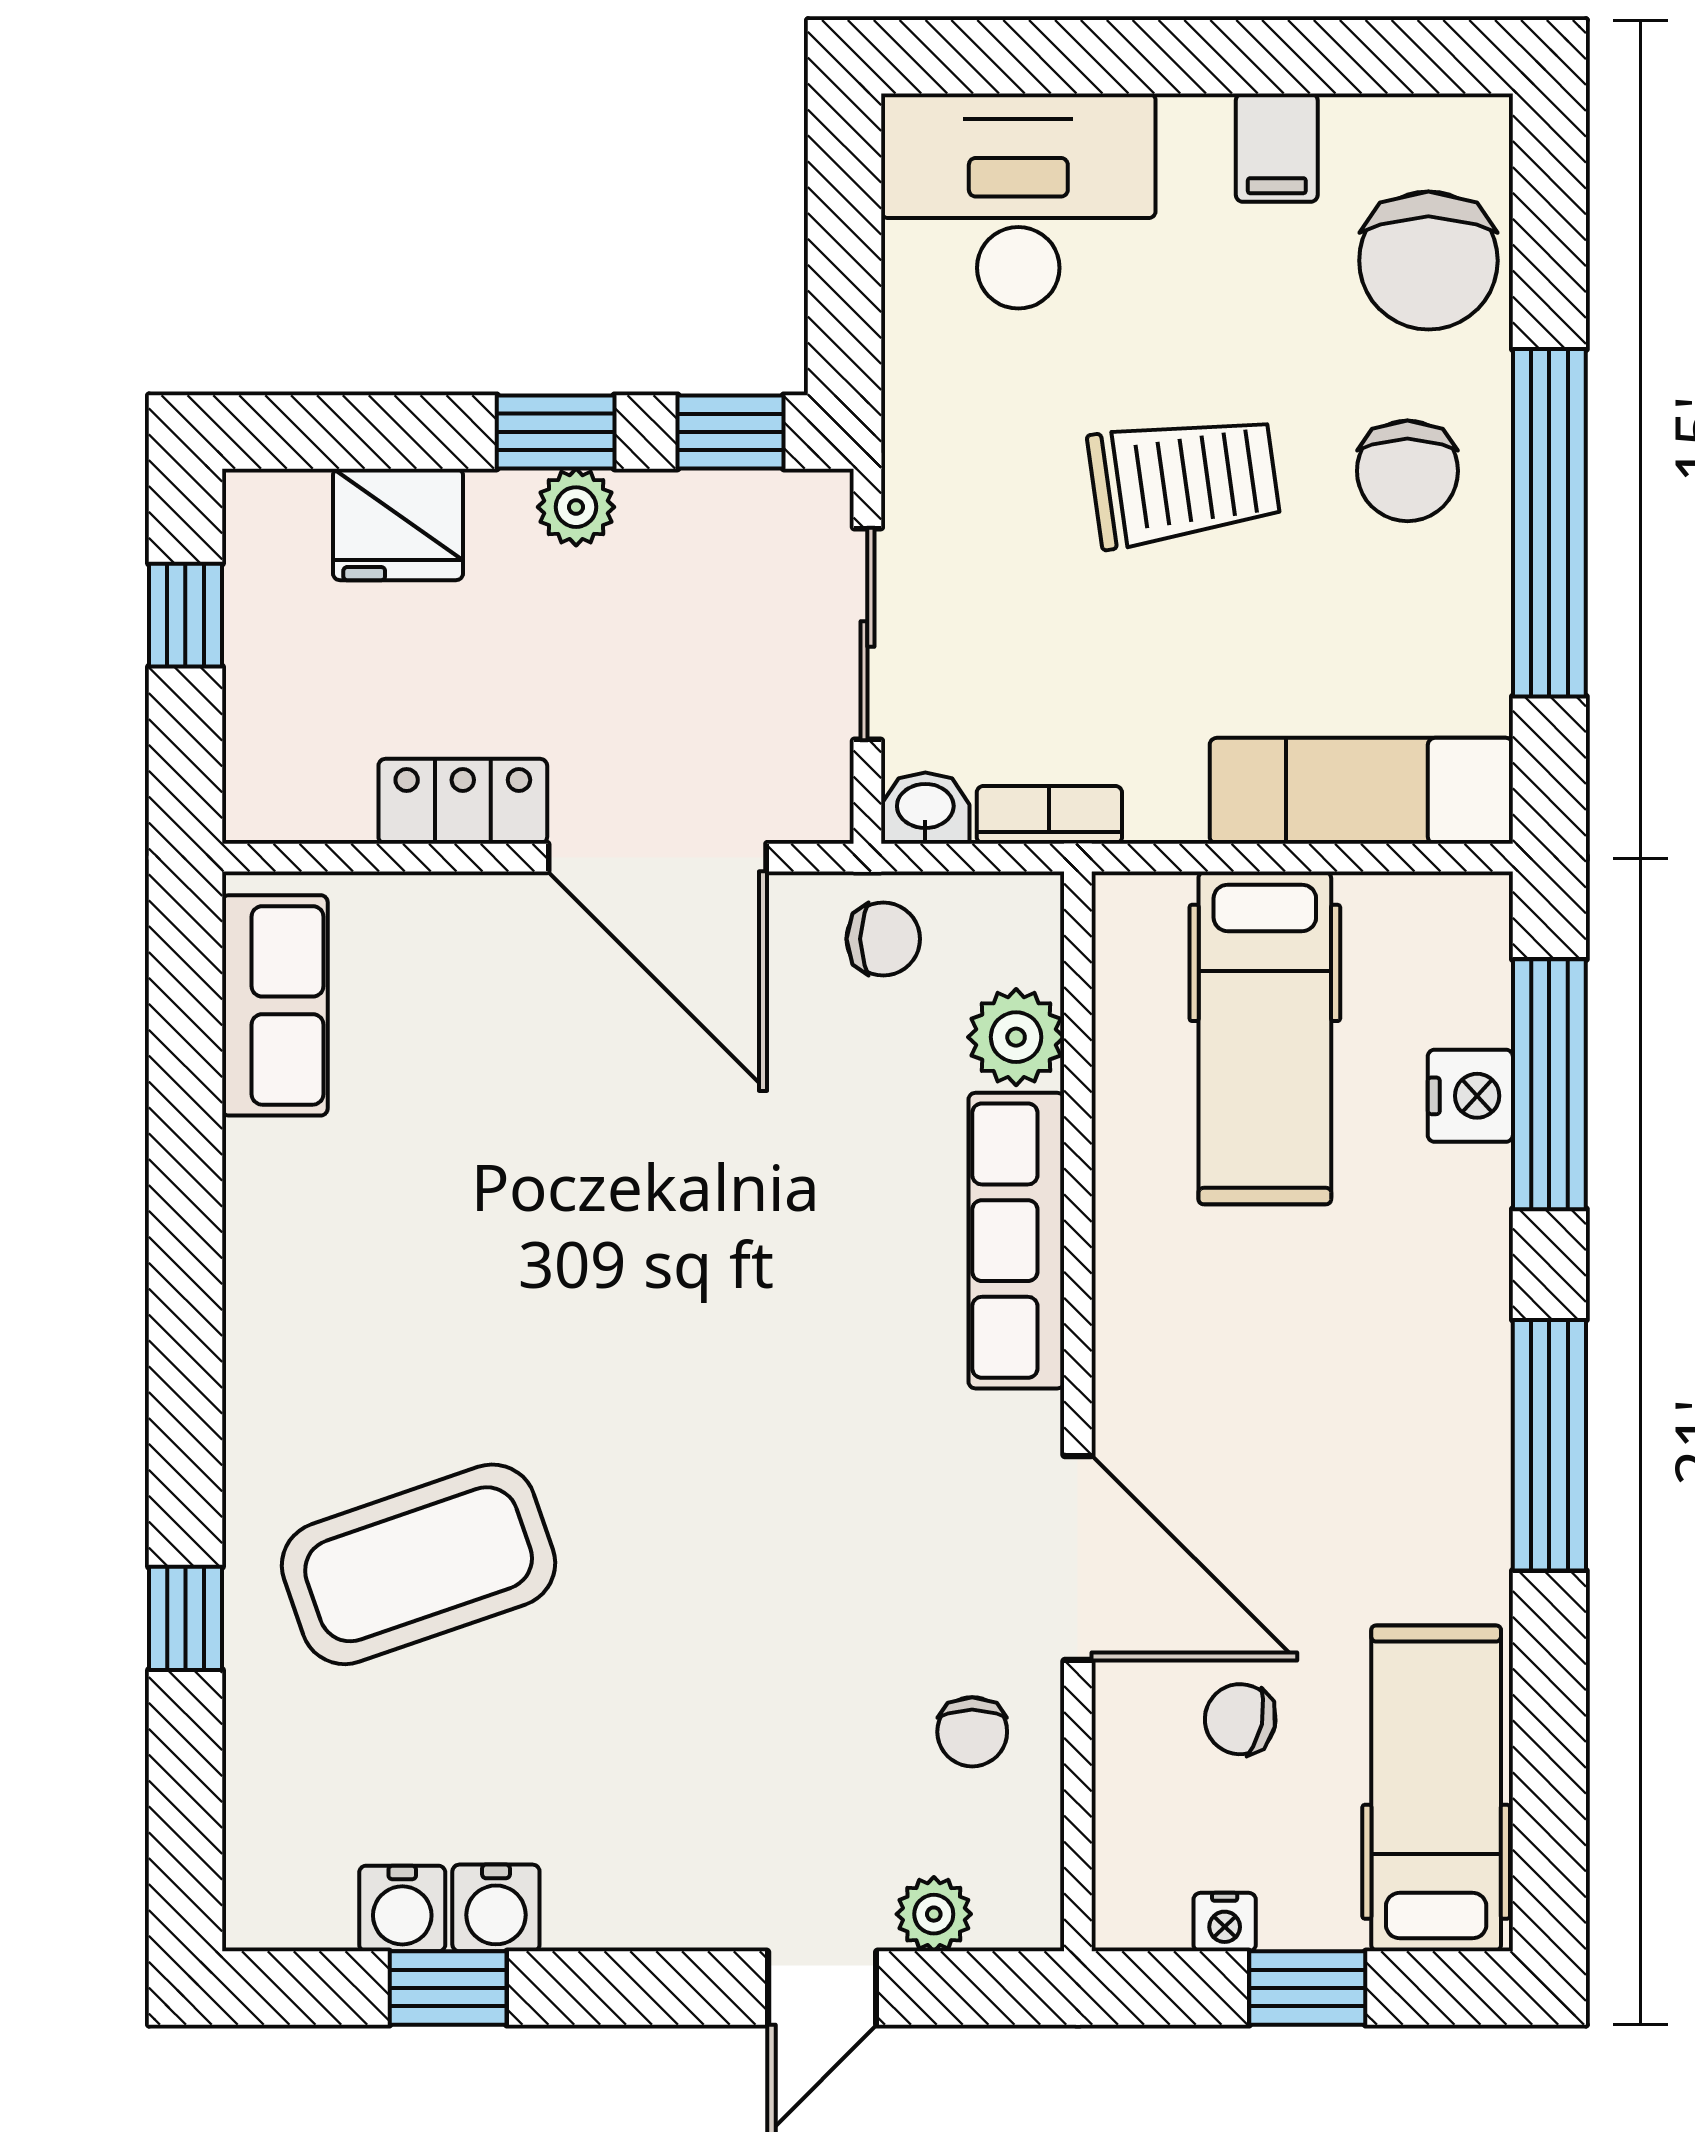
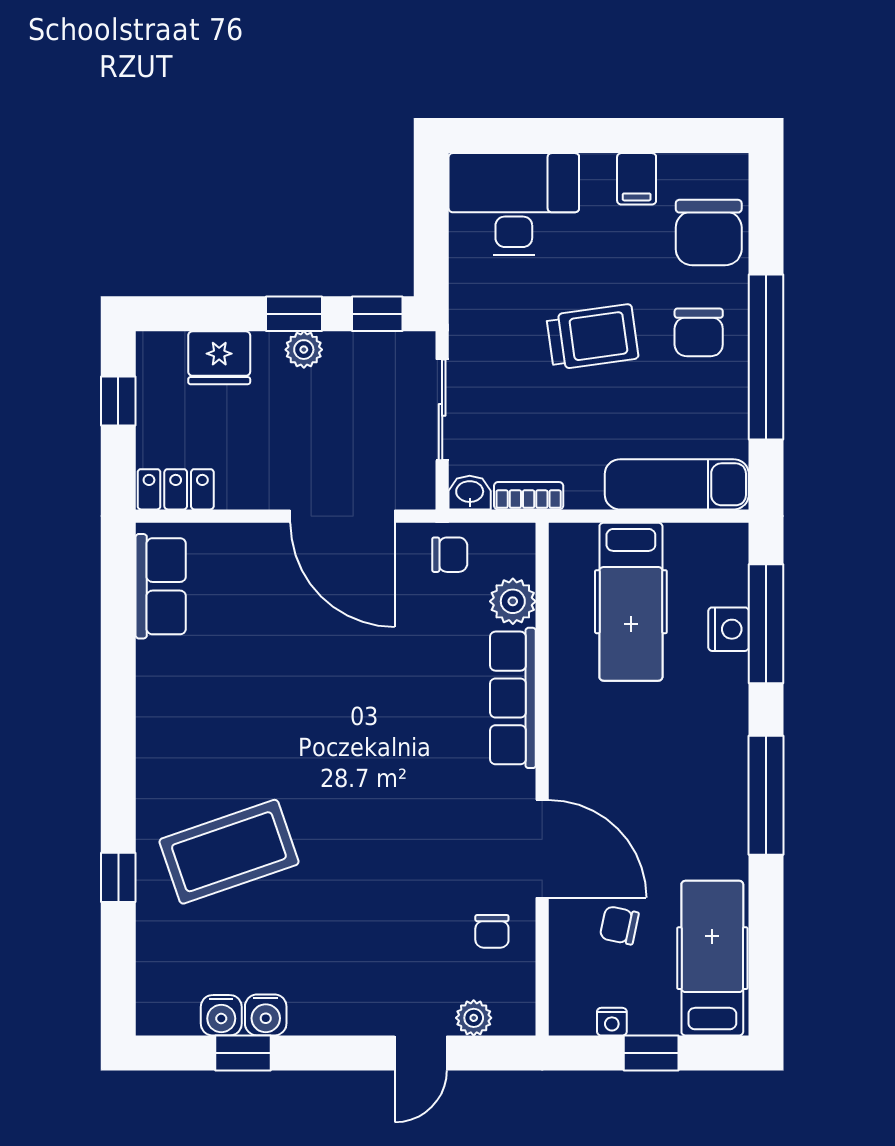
locker: (463, 801) -> (176, 489), moved

